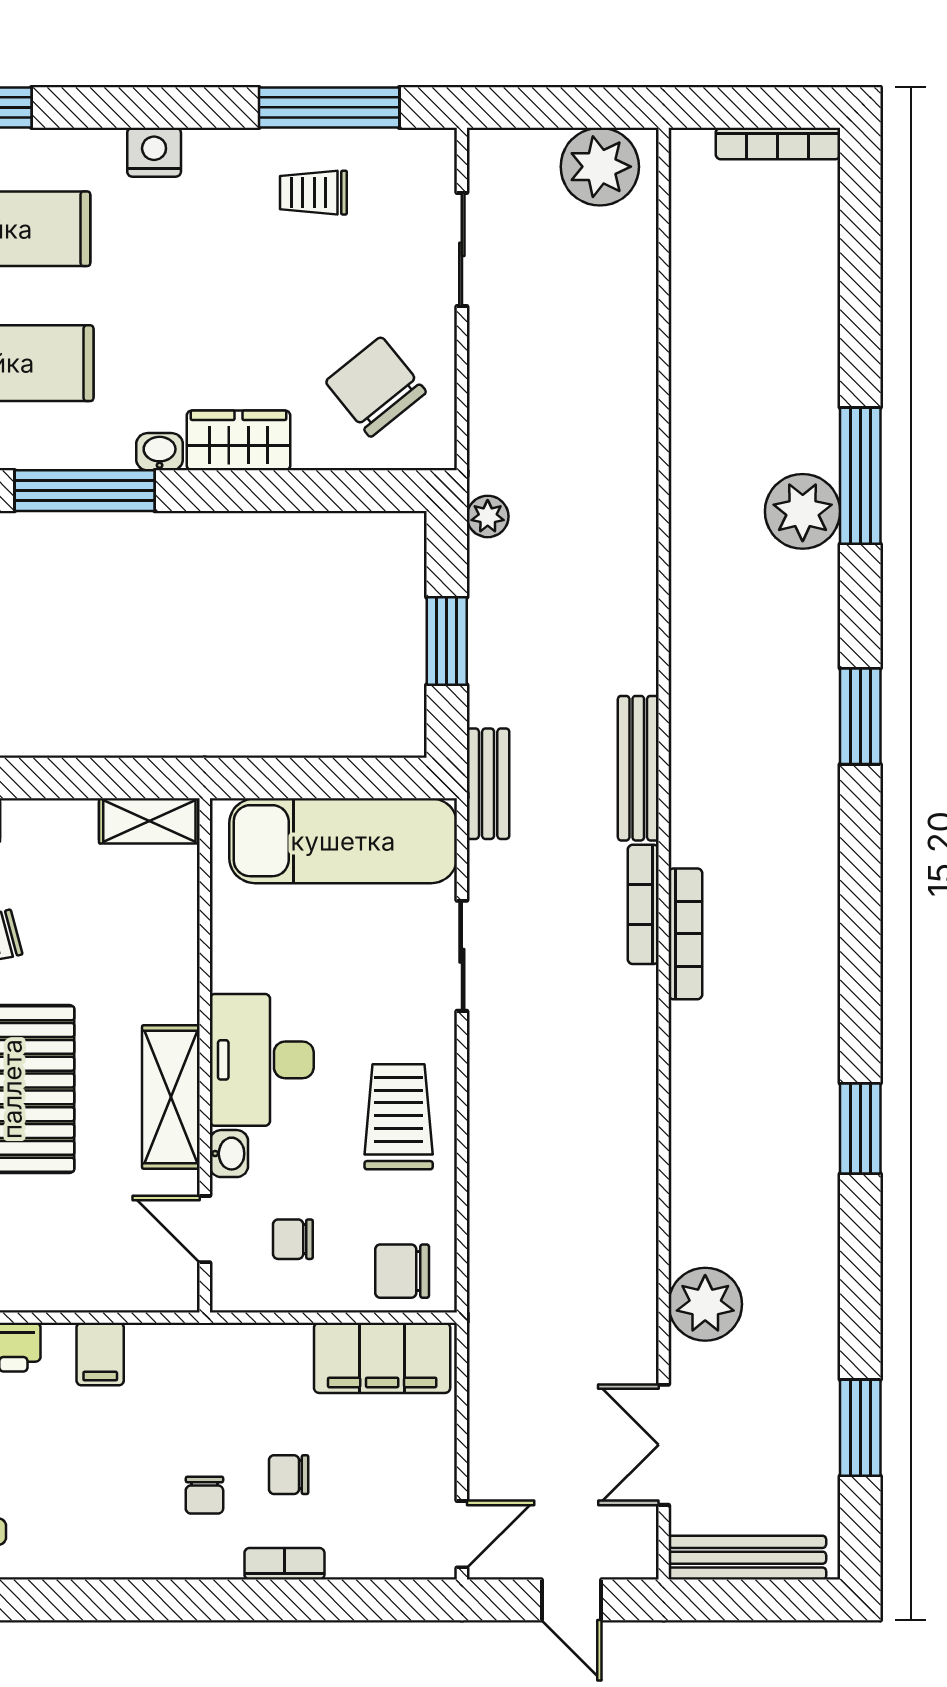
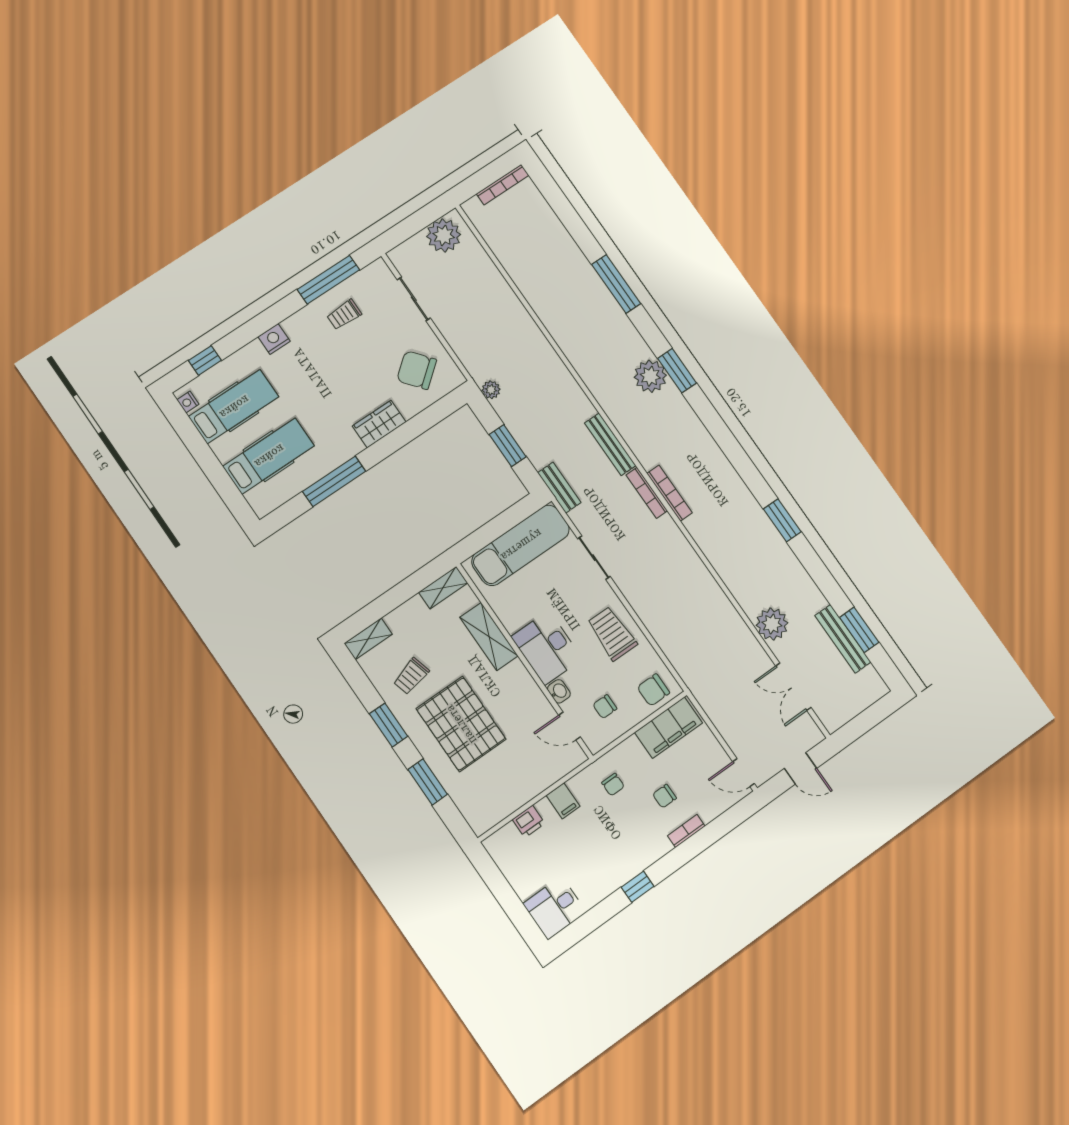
washbasin: (160, 452) -> (352, 448), removed
plant: (803, 511) -> (650, 376), moved
shelving: (171, 1097) -> (489, 637), moved
chair: (204, 1495) -> (613, 785), moved
door: (462, 1534) -> (744, 773), swing flipped
bench: (747, 1558) -> (843, 639), moved, turned 90
window: (128, 1600) -> (638, 887), added

